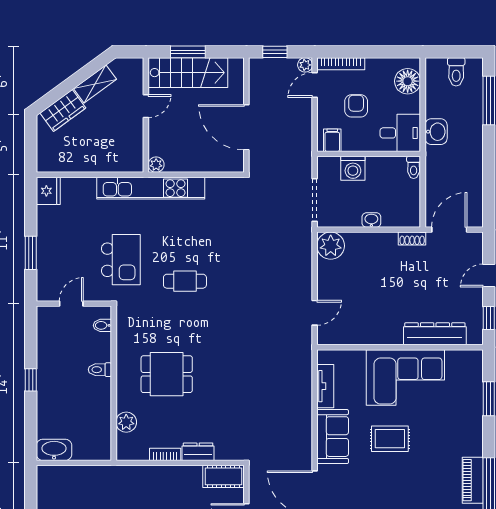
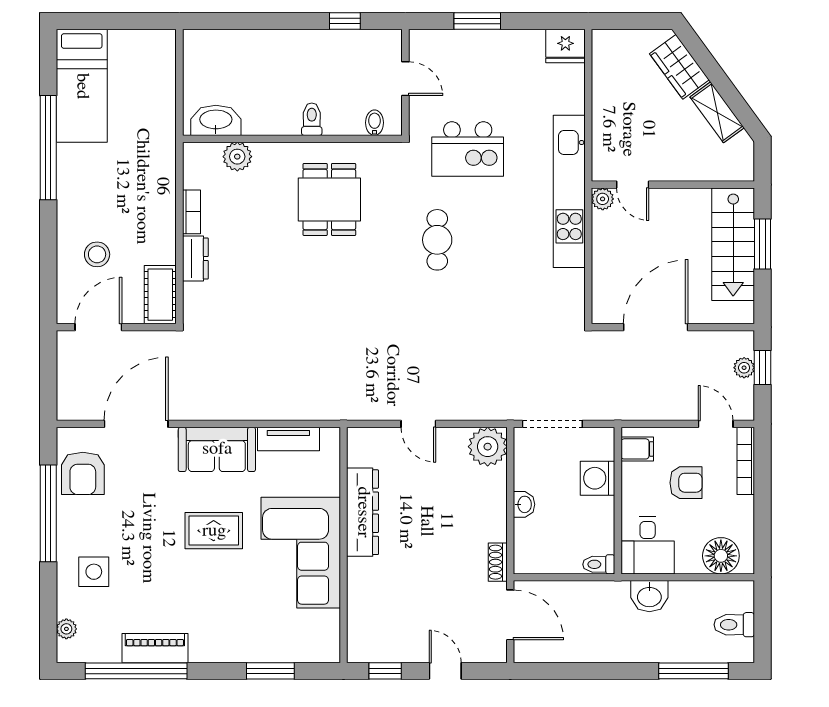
plant: (305, 65) -> (744, 368), moved
door: (146, 106) -> (633, 185), moved
door: (315, 313) -> (418, 424), moved
dresser: (435, 334) -> (363, 512), moved
dining table: (167, 374) -> (329, 199), moved
window: (31, 380) -> (345, 21), moved
rug: (390, 439) -> (214, 531), turned 90
washbasin: (54, 450) -> (216, 120), moved, turned -90

